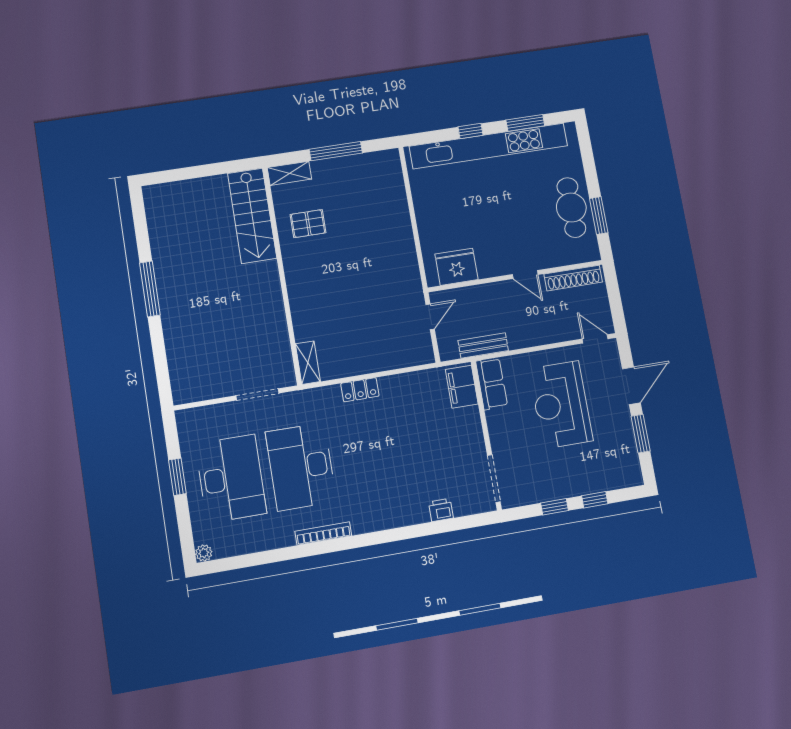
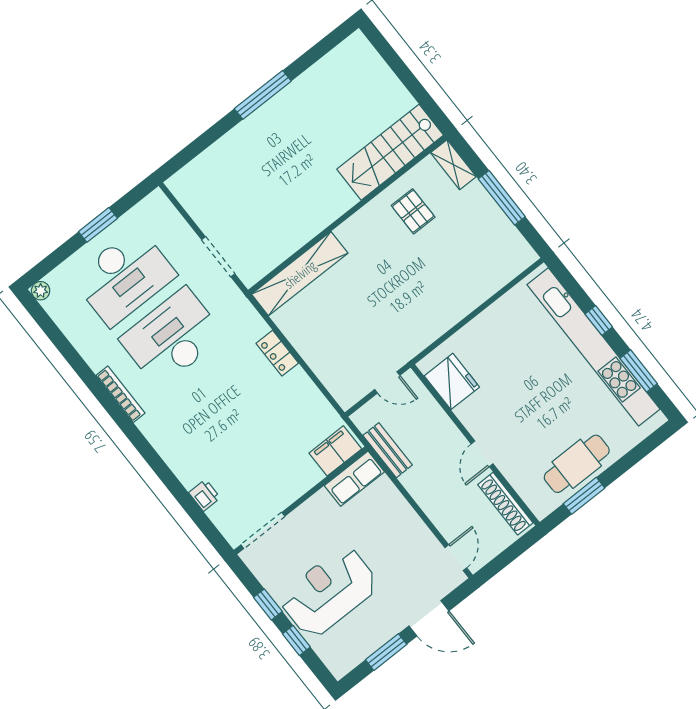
shelving: (308, 363) -> (300, 274), width x2.20, depth x1.33
reception desk: (561, 405) -> (329, 592), moved

